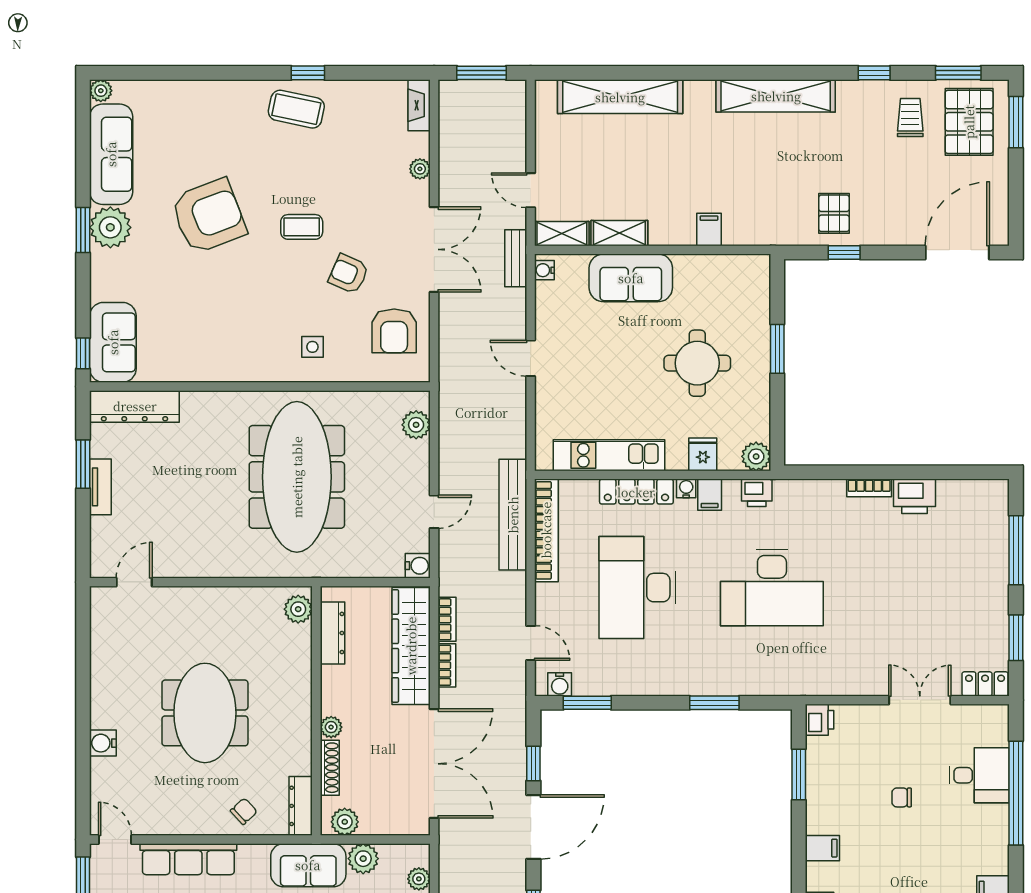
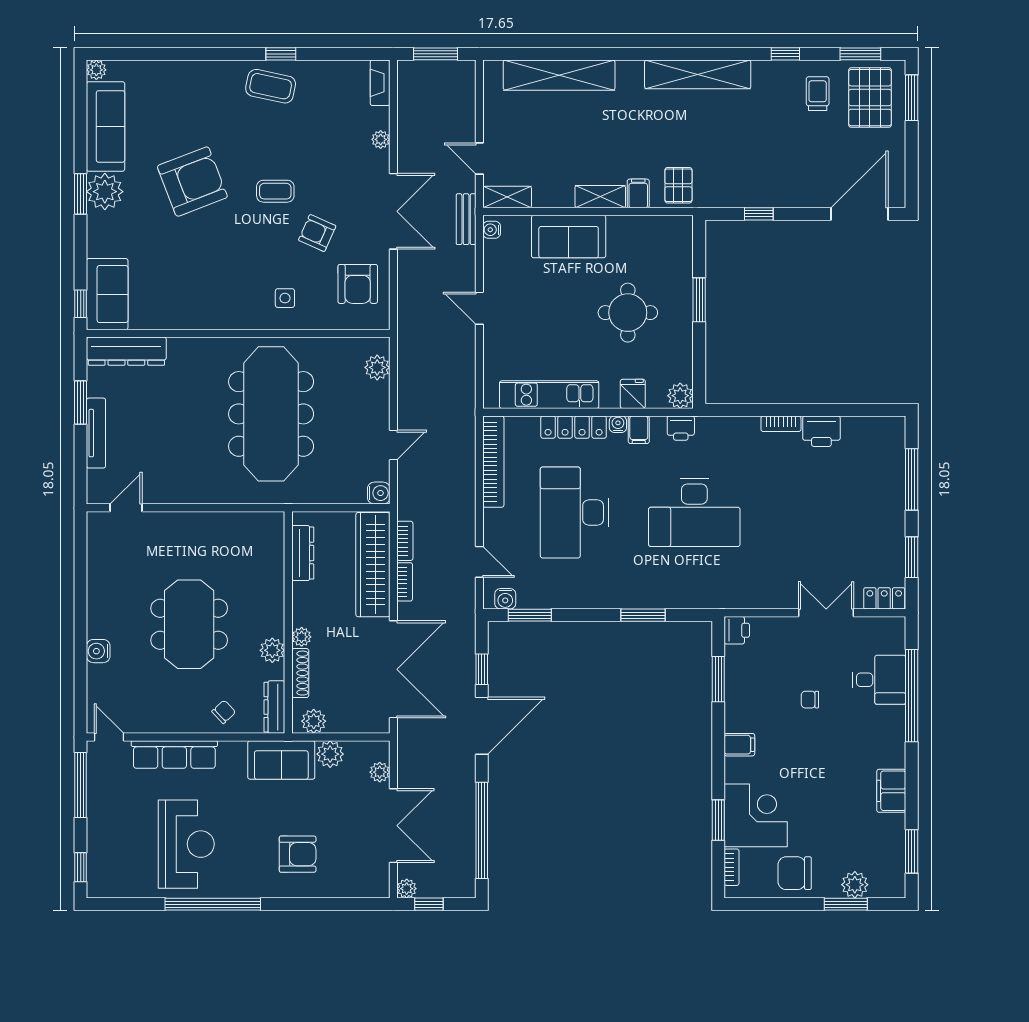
pallet: (834, 213) -> (678, 185), moved
shelving: (619, 233) -> (600, 197), moved
tv unit: (100, 487) -> (96, 433), width x1.41
bench: (513, 515) -> (463, 448), removed
plant: (298, 609) -> (272, 650), moved

